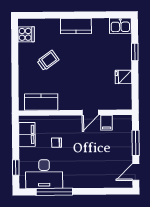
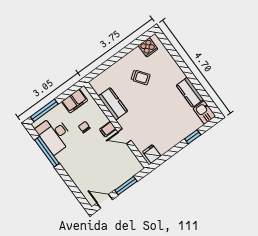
kitchen counter: (76, 26) -> (190, 92), moved
fridge: (123, 77) -> (152, 154), moved
kitchen counter: (41, 102) -> (113, 104), moved
filing cabinet: (107, 123) -> (108, 129), moved
window: (16, 168) -> (44, 110), width x2.17

